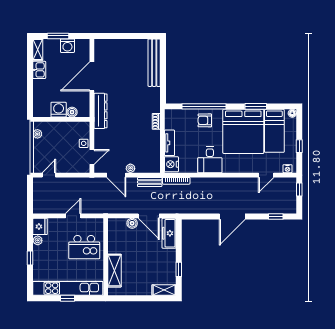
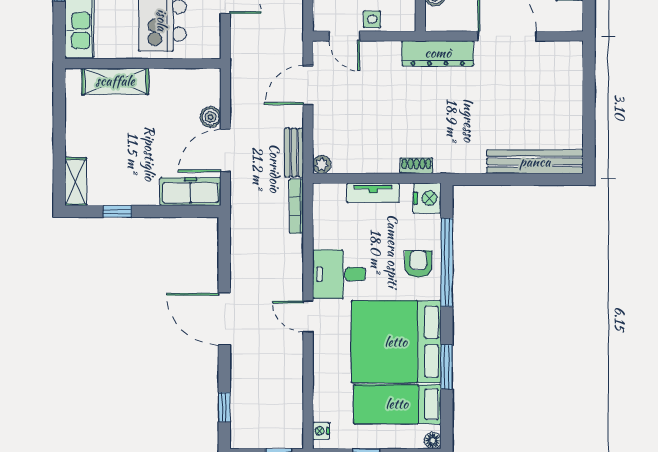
nightstand: (171, 164) -> (427, 198), moved, turned 90
plant: (130, 168) -> (322, 164), moved
door: (266, 175) -> (308, 316), moved

